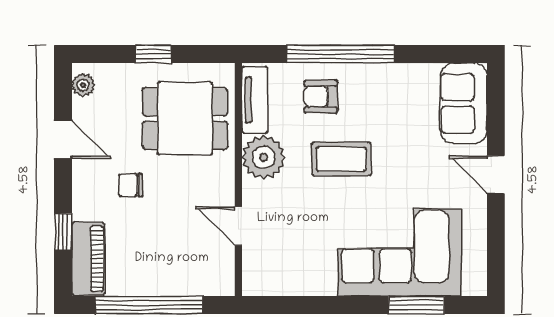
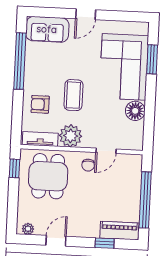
window: (153, 54) -> (15, 168), moved
window: (341, 54) -> (20, 61), moved
armchair: (321, 97) -> (40, 104), turned 90
chair: (131, 185) -> (88, 165), moved
floor lamp: (317, 278) -> (135, 111), added

